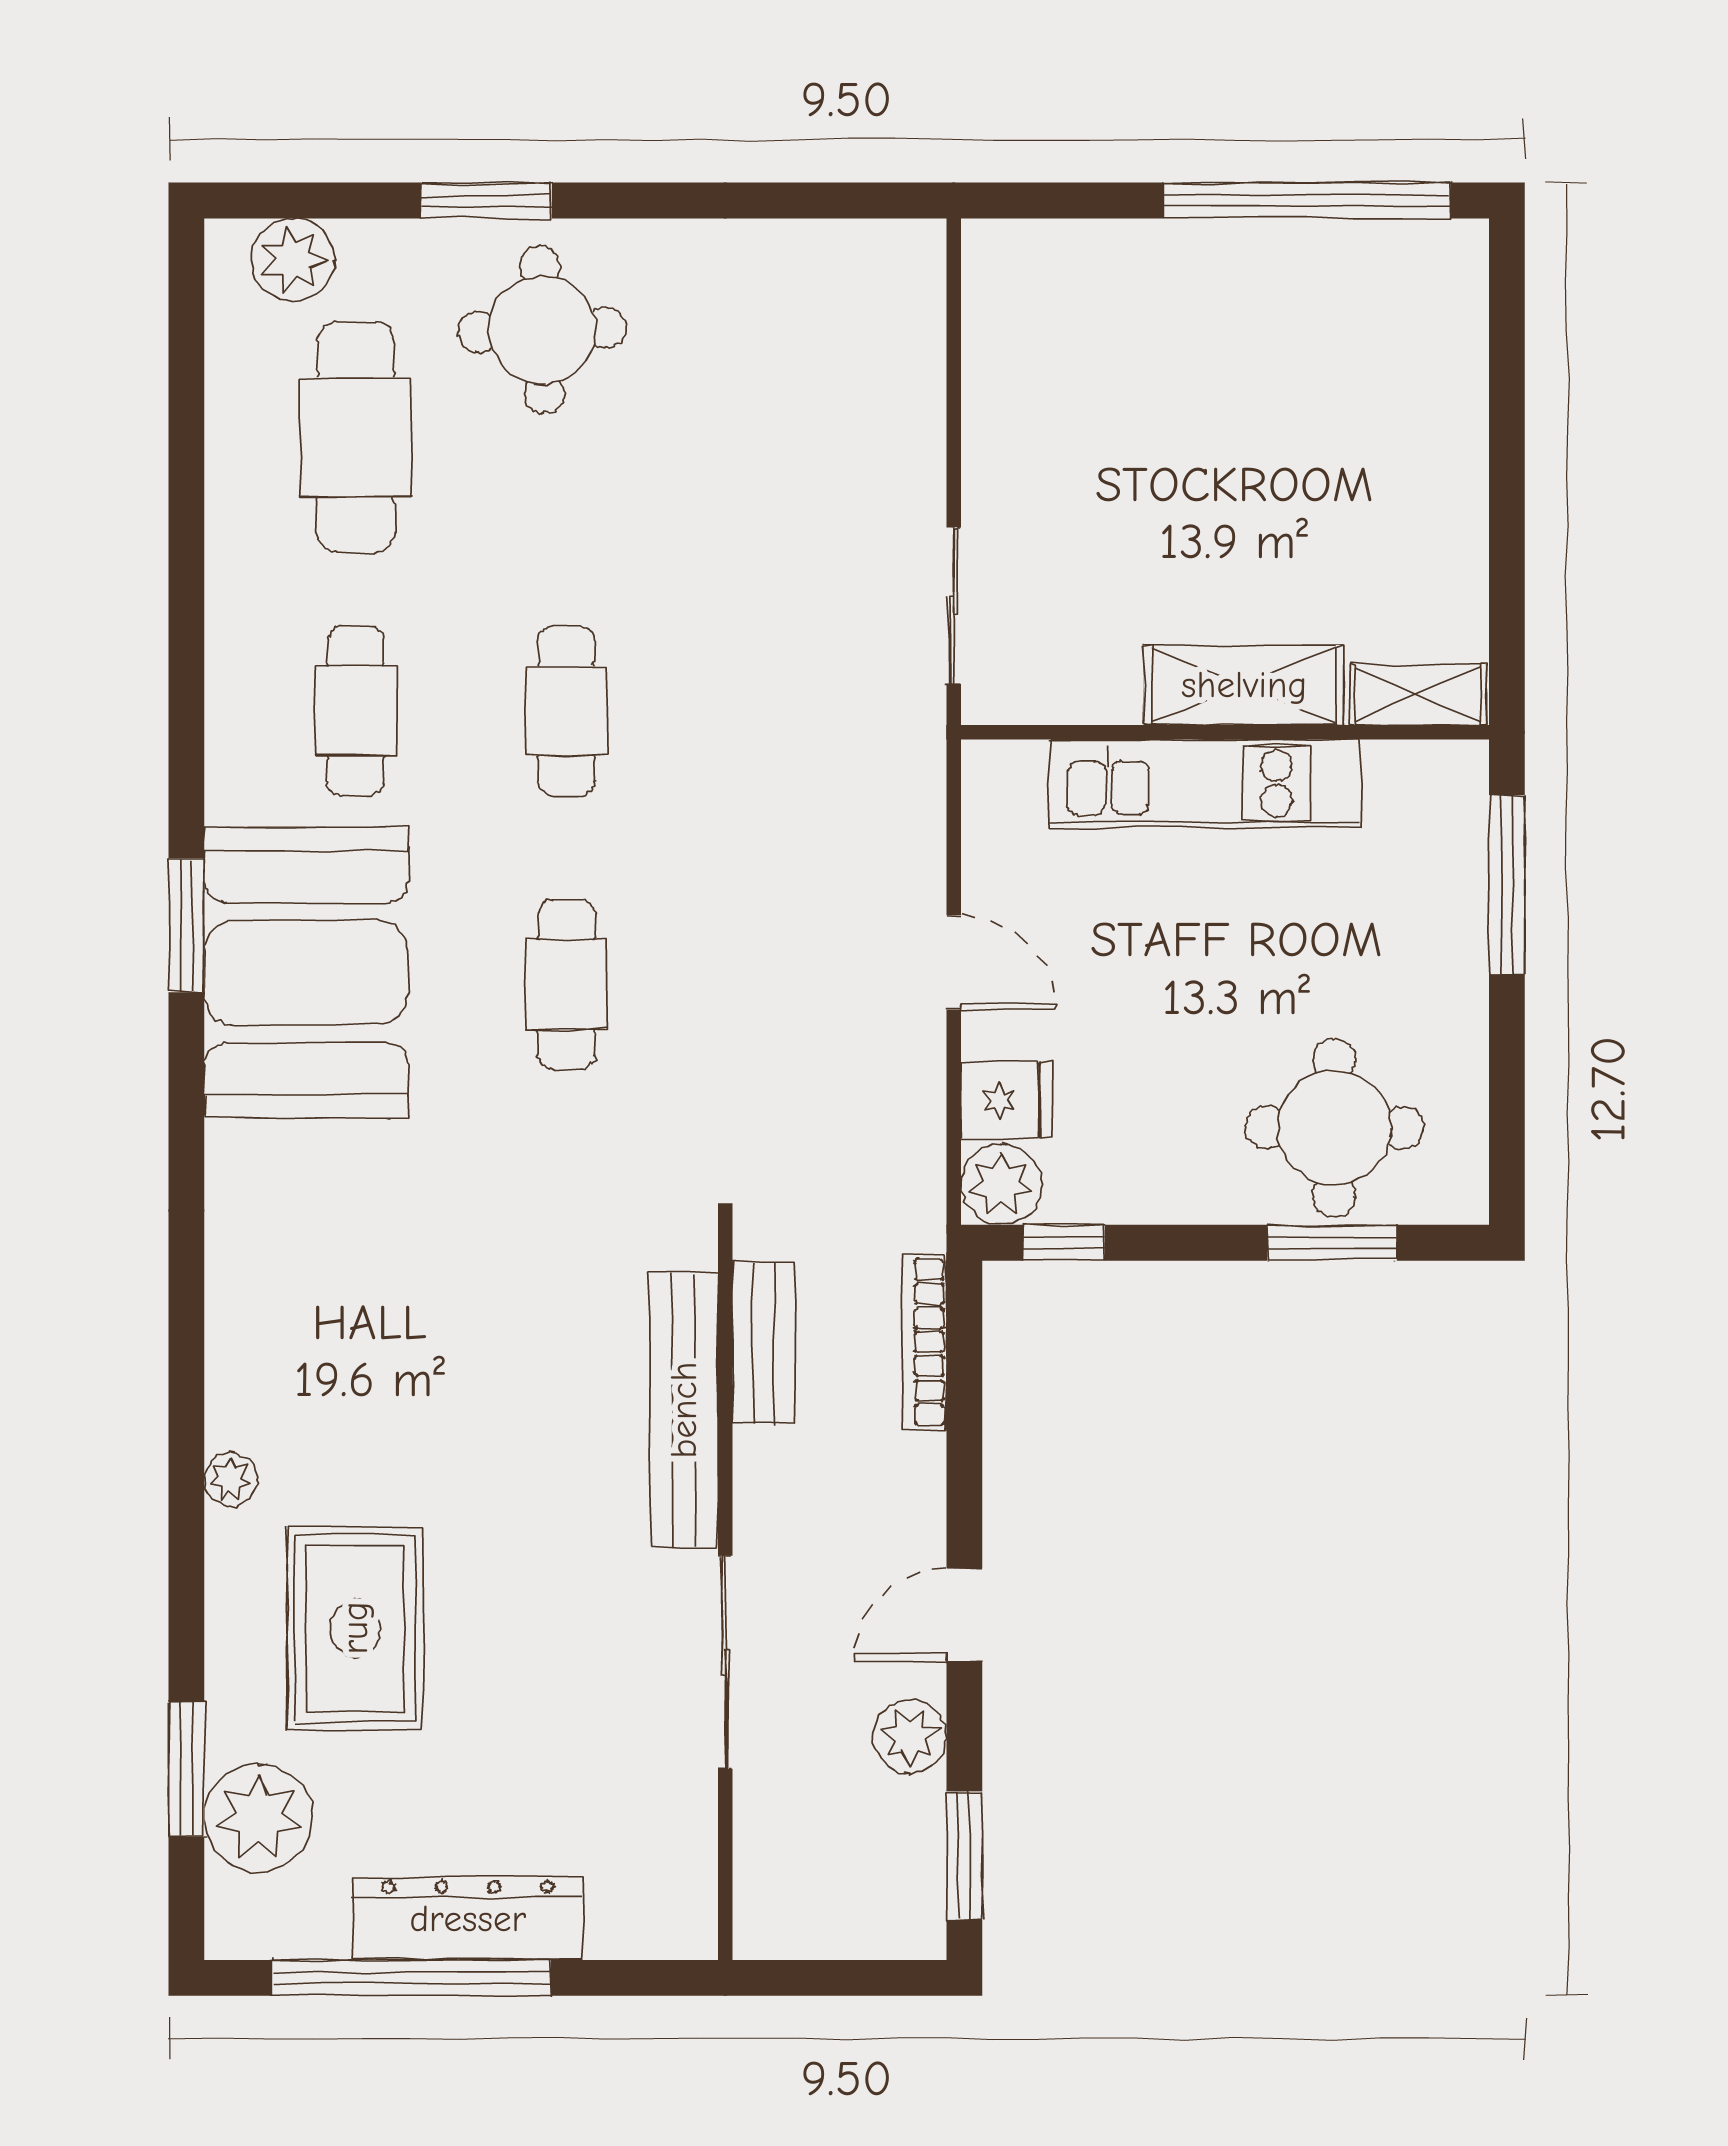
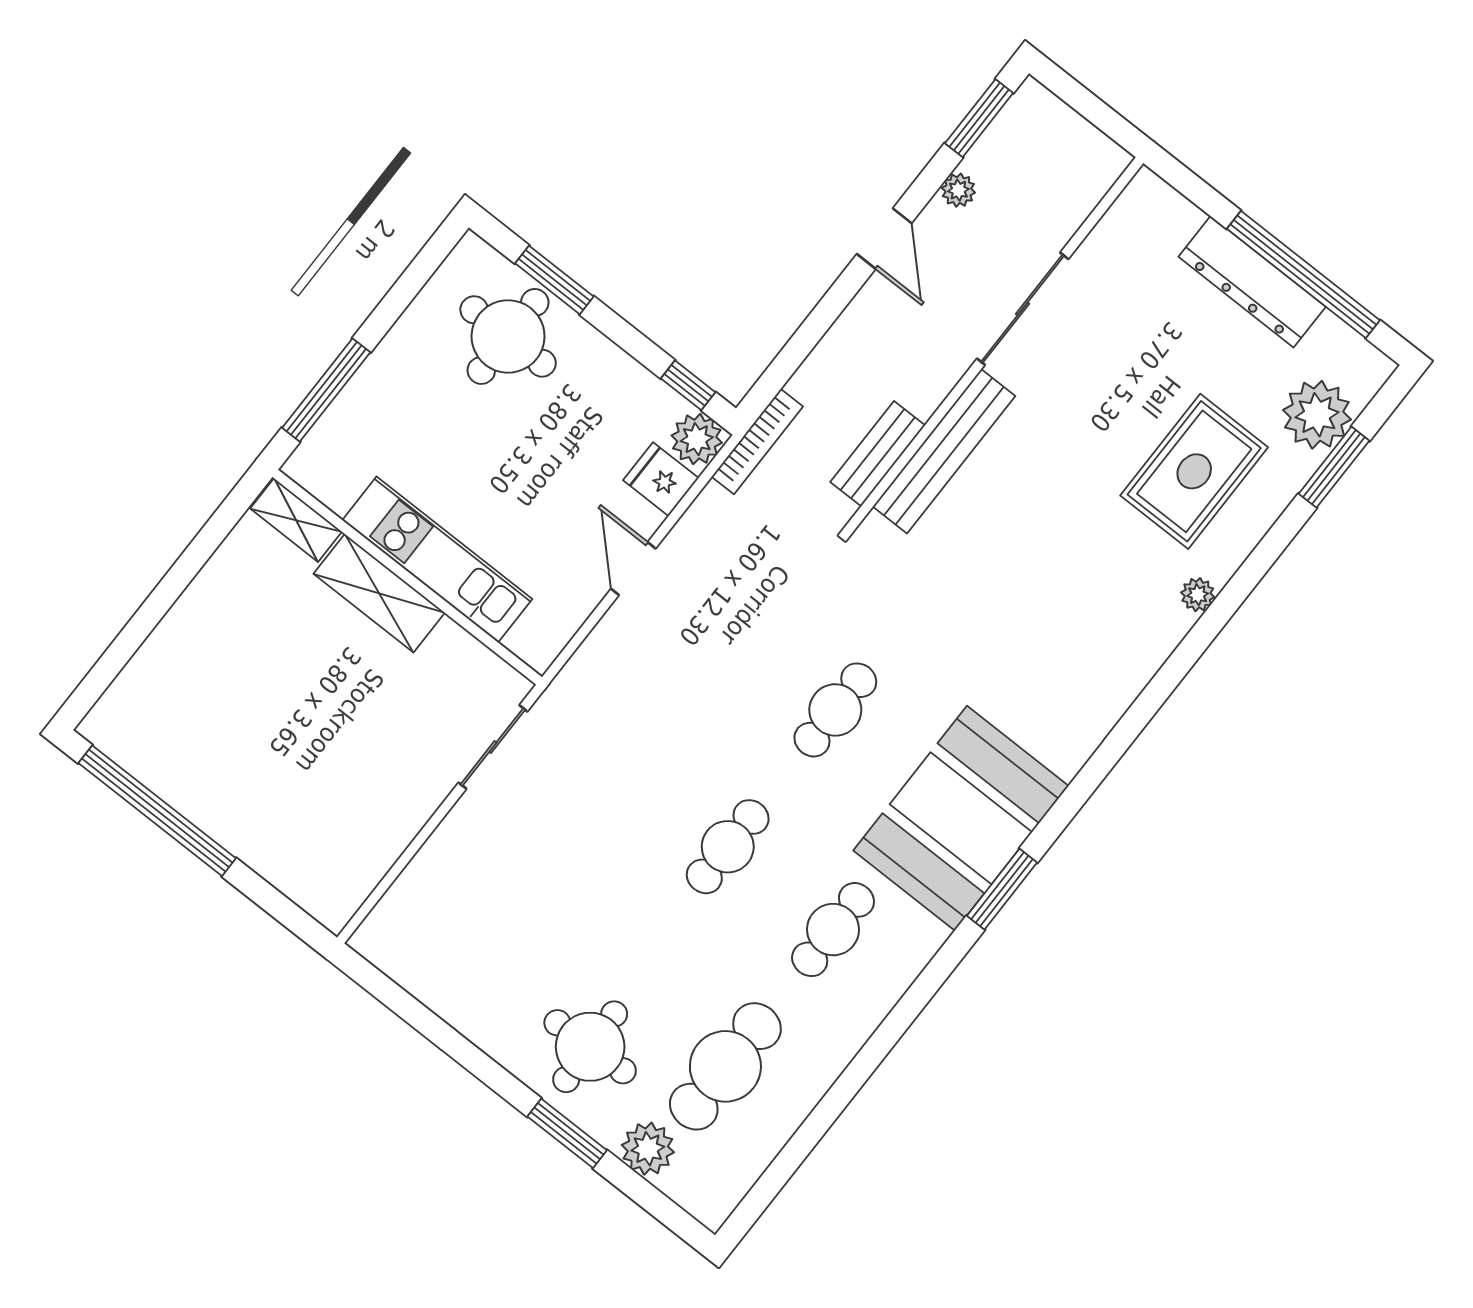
plant: (293, 260) -> (648, 1149), moved
bookcase: (924, 1342) -> (757, 442), moved
door: (964, 1615) -> (884, 239), hinge flipped
plant: (910, 1737) -> (958, 190), width x0.73, depth x0.73

